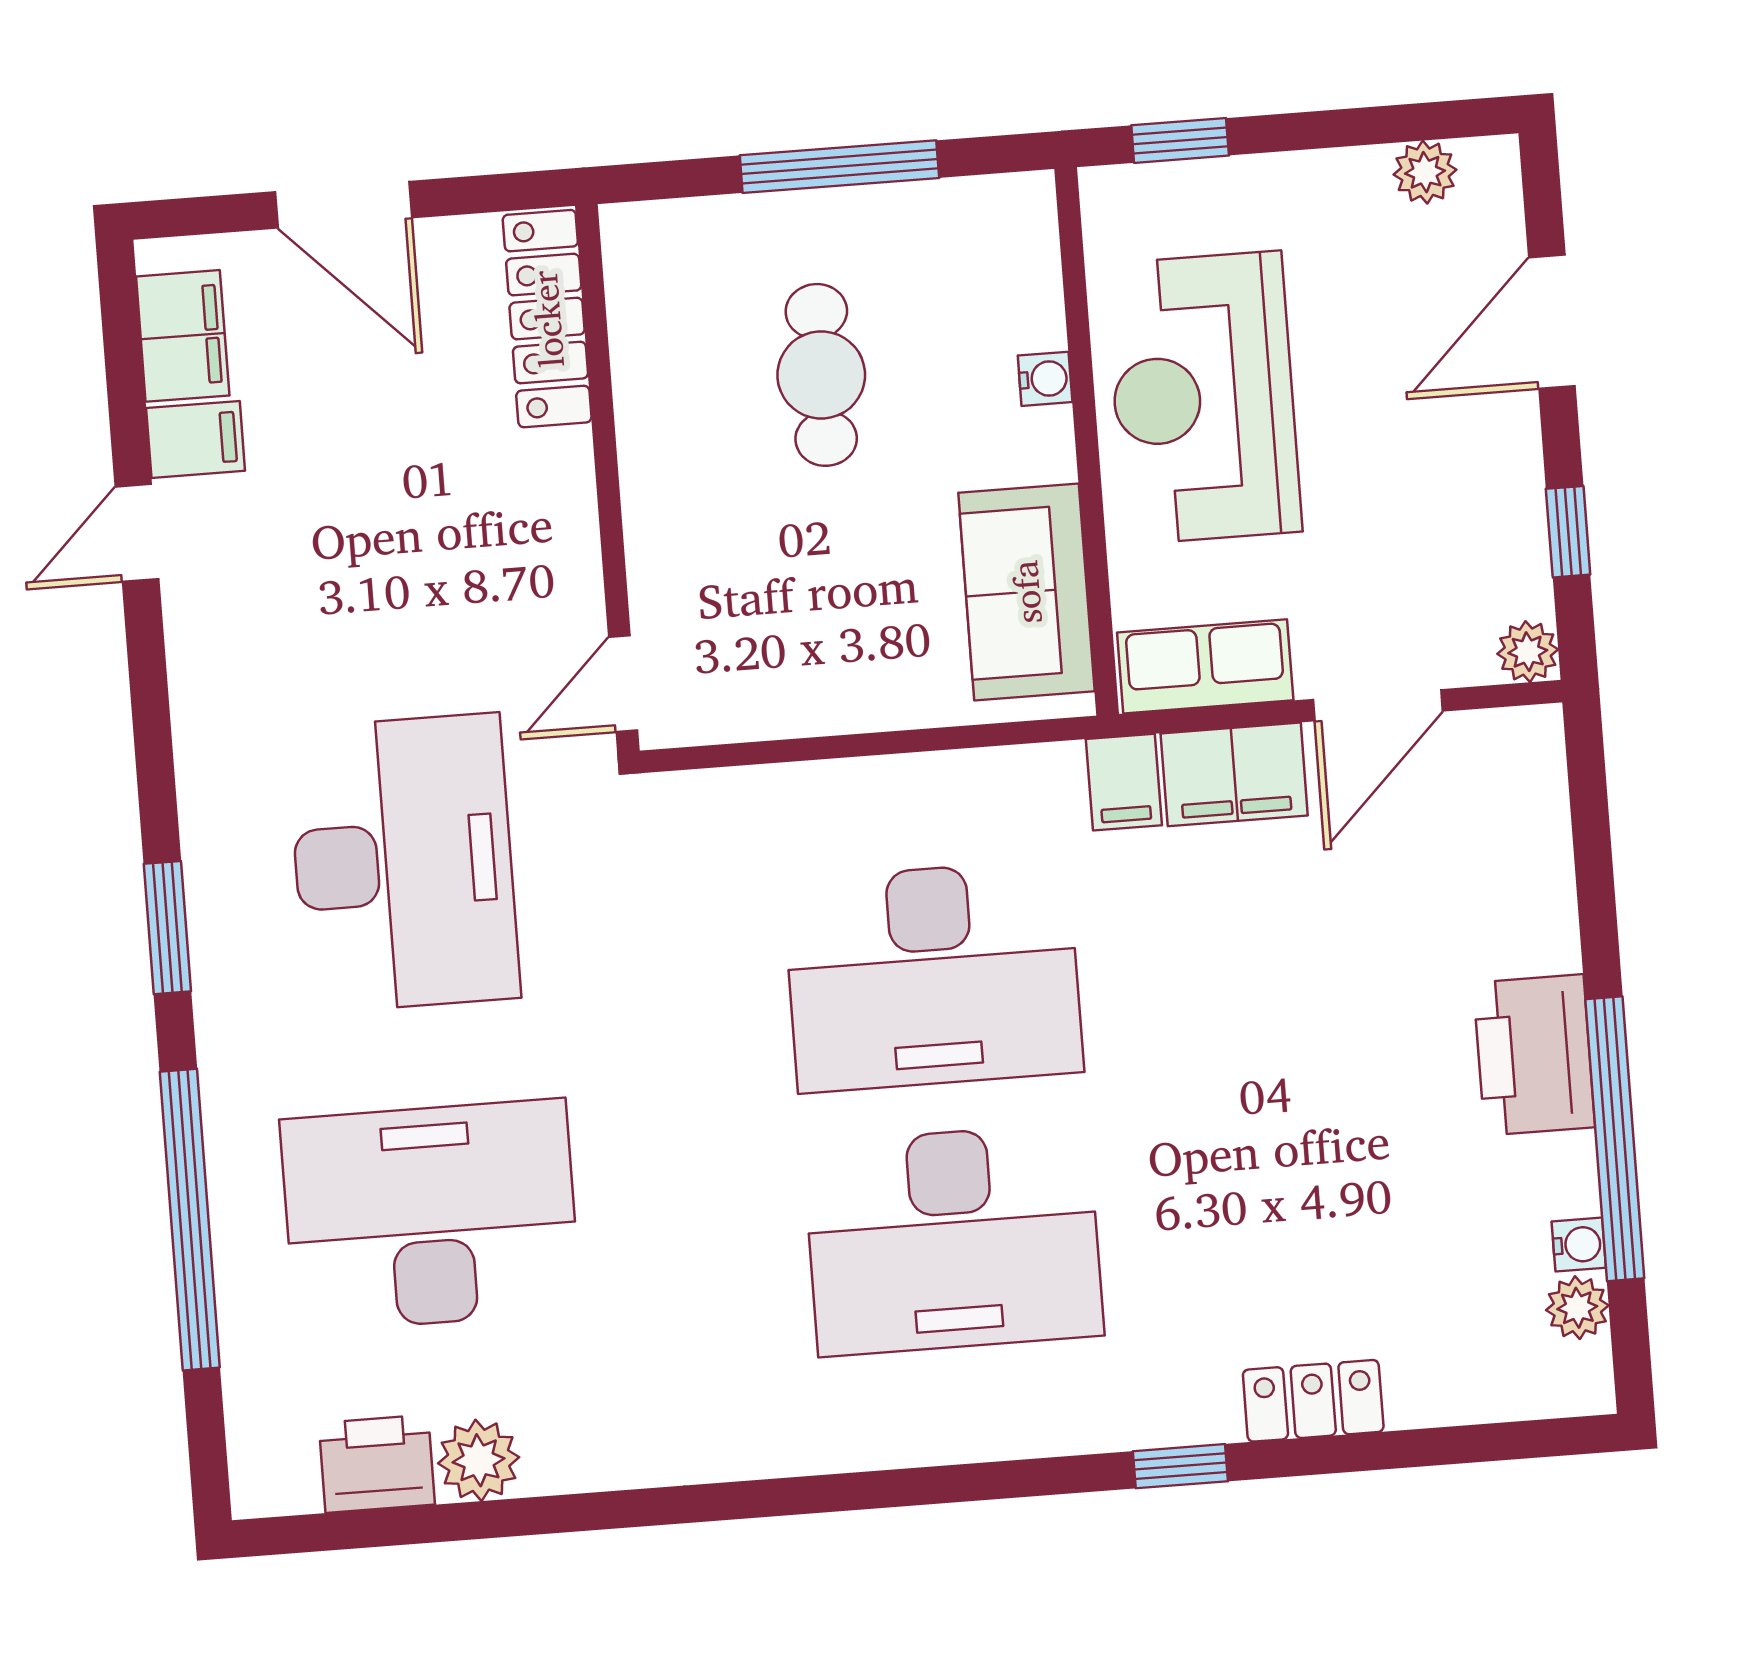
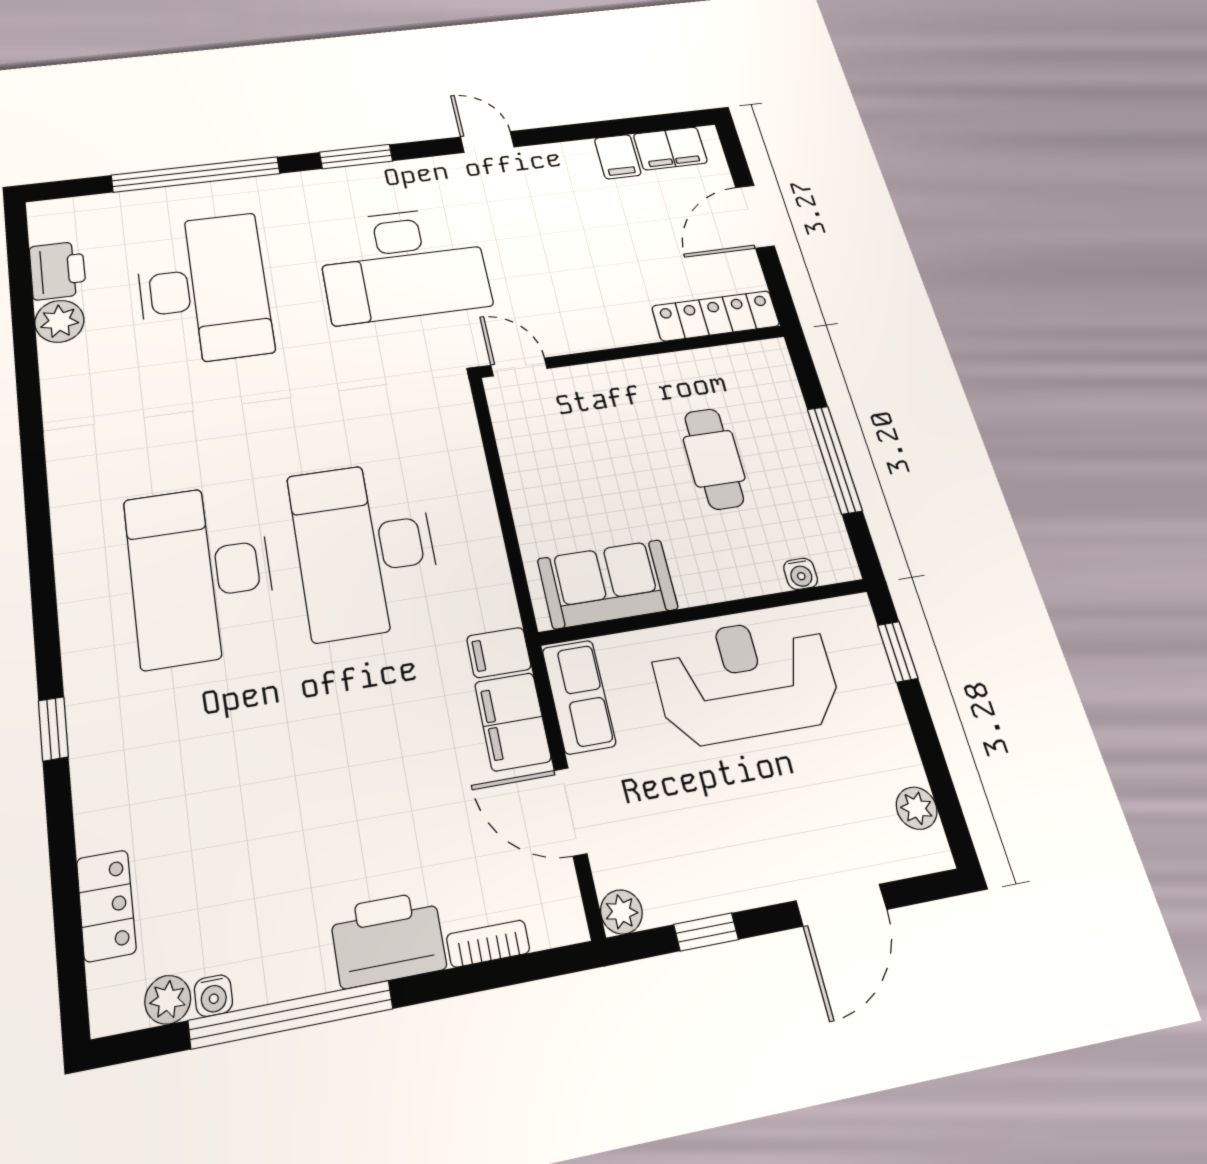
door: (1552, 322) -> (842, 905), swing flipped
cafe table: (821, 375) -> (714, 459), turned 90
water cooler: (1045, 379) -> (801, 574), moved
door: (137, 533) -> (487, 142), moved
bookcase: (1551, 852) -> (488, 944), added
printer: (1534, 1055) -> (388, 939), moved
locker: (1313, 1401) -> (106, 905), moved

